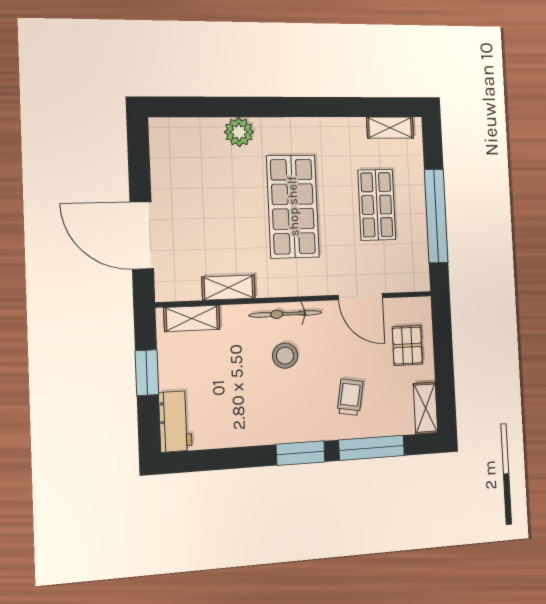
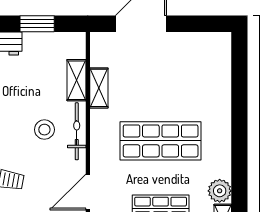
plant: (239, 132) -> (220, 191), moved
shelving: (192, 318) -> (76, 80), moved

